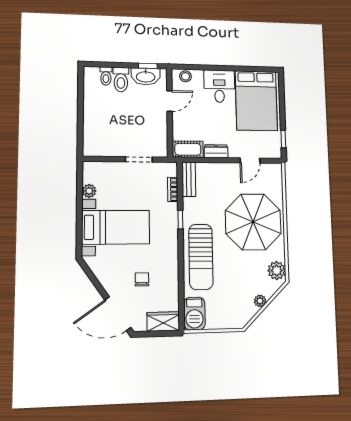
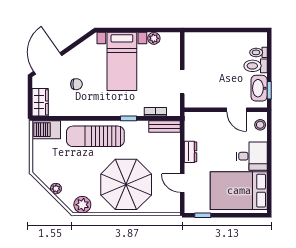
cot: (188, 149) -> (192, 126), removed

